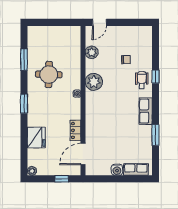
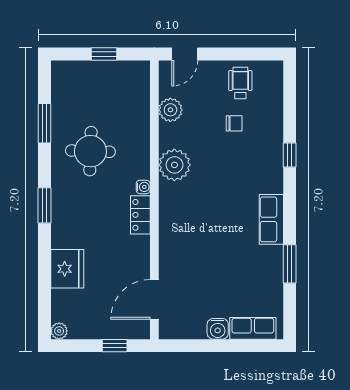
window: (56, 22) -> (104, 54), added
wheelchair: (142, 80) -> (240, 83), moved
locker: (75, 130) -> (140, 215), moved

